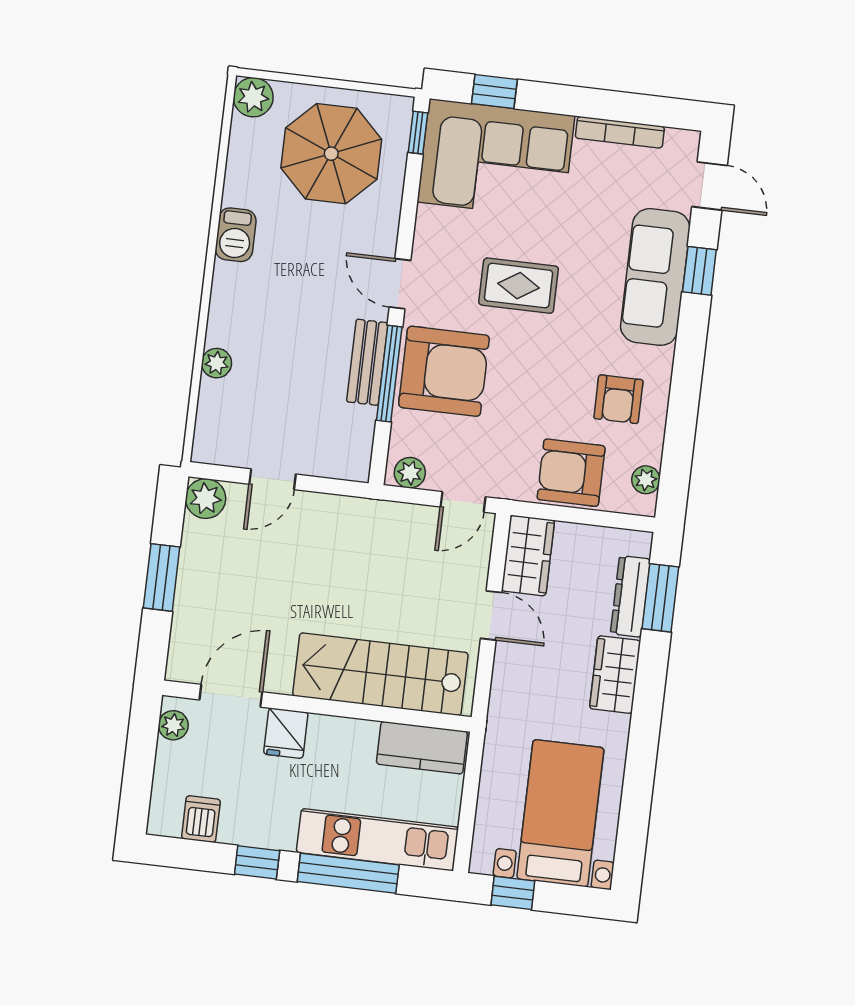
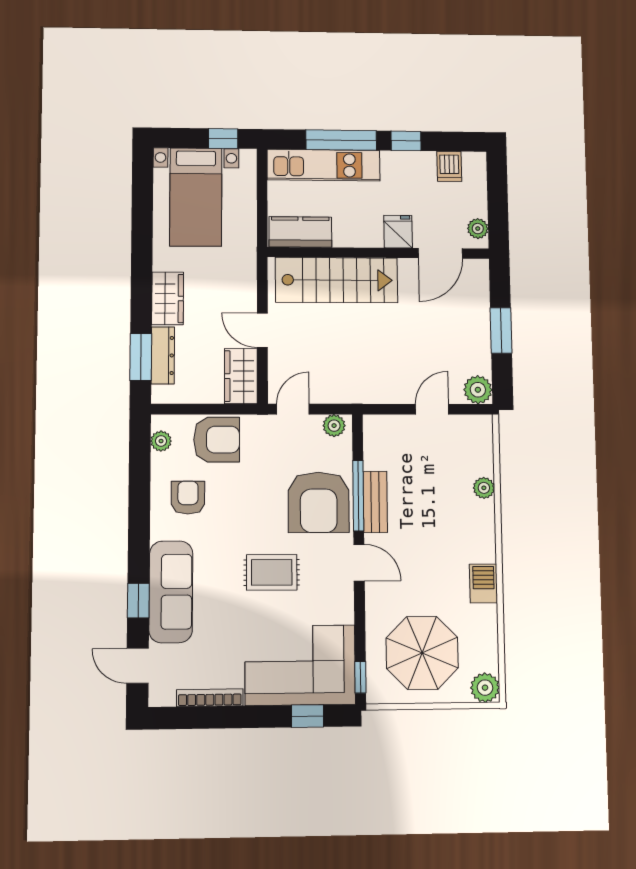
armchair: (444, 371) -> (319, 502), turned -90

